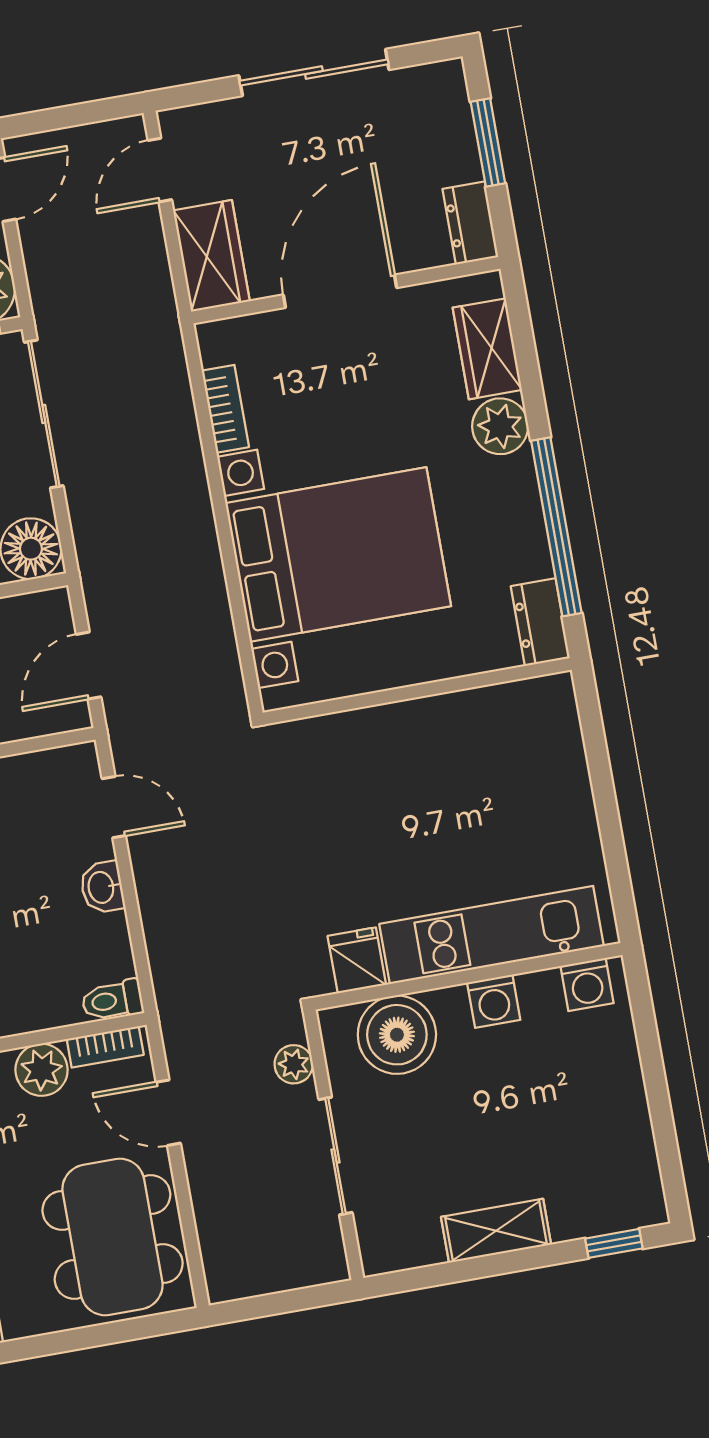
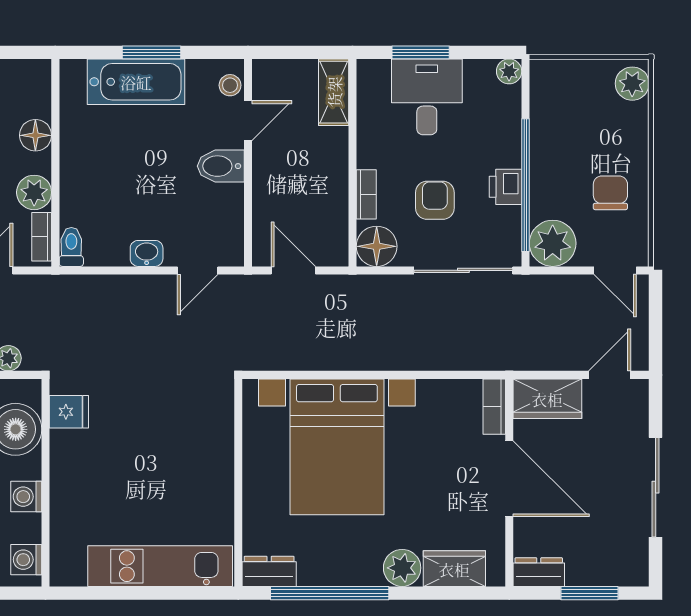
door: (160, 170) -> (610, 375), hinge flipped
bookcase: (225, 409) -> (494, 407), moved, turned 90
kitchen unit: (492, 935) -> (160, 566), moved, turned -90

